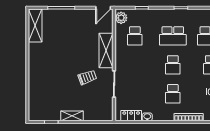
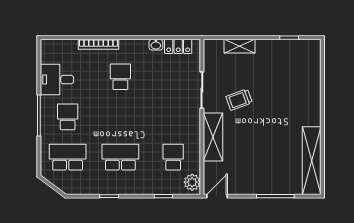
shelving: (35, 26) -> (312, 161), width x1.47
school desk: (173, 65) -> (120, 117), removed
shelving: (72, 116) -> (240, 46), moved

